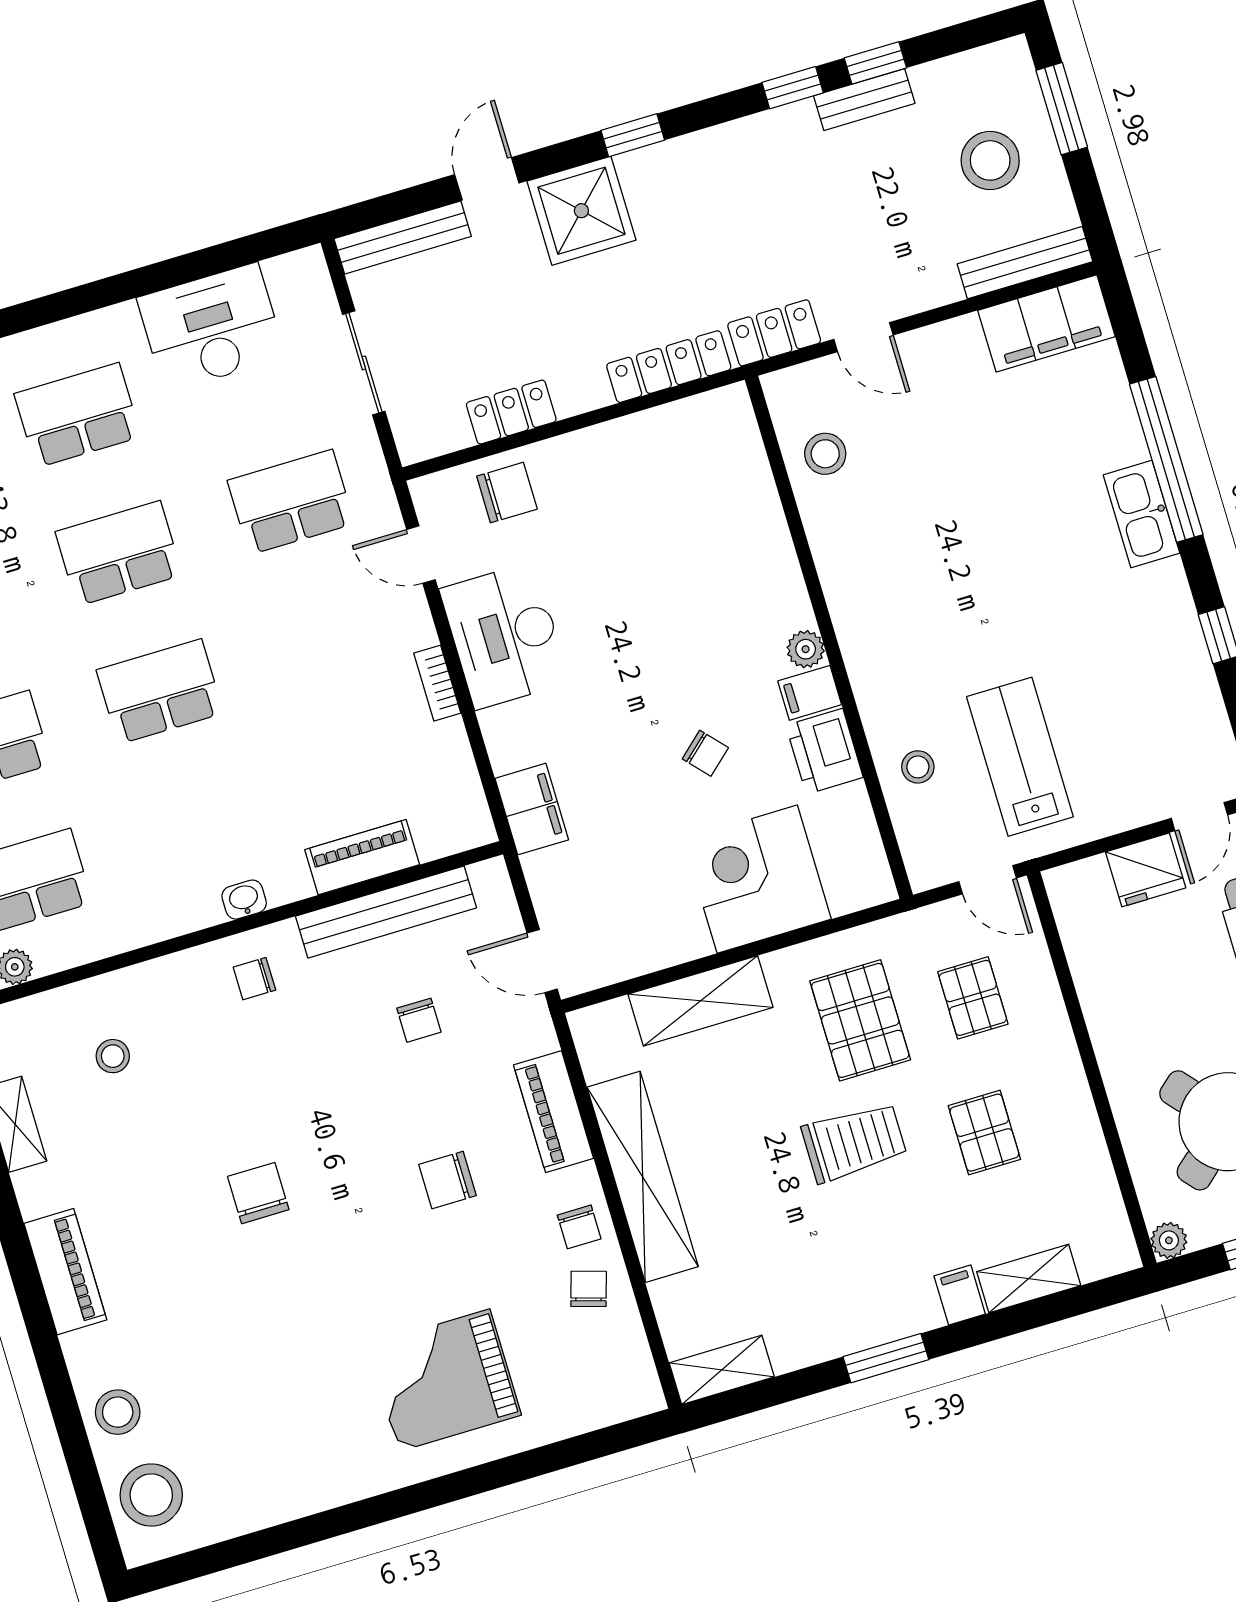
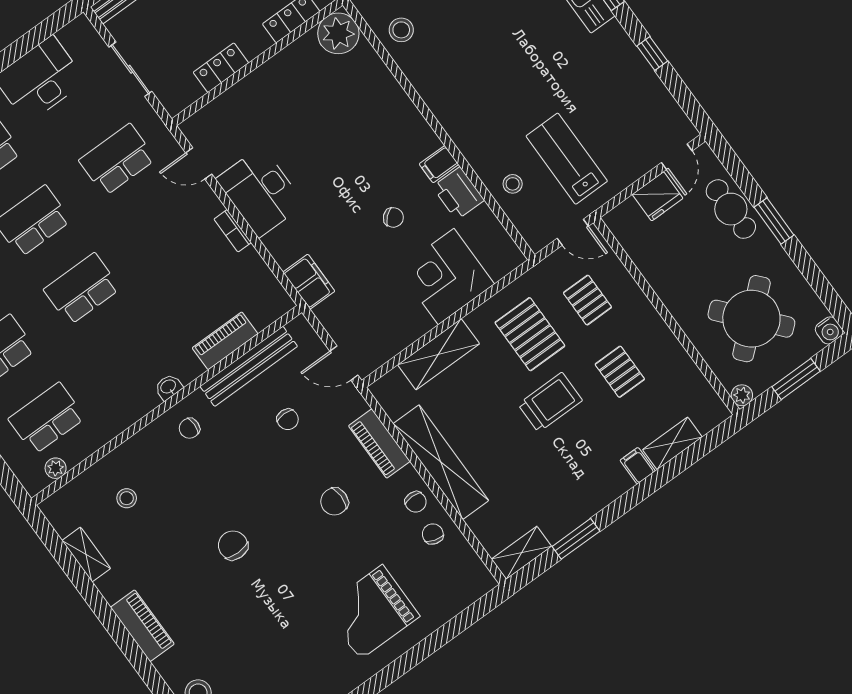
chair: (507, 493) -> (234, 113), removed
plant: (806, 649) -> (338, 33), moved, width x1.88, depth x1.88
window: (886, 1358) -> (576, 539), moved

